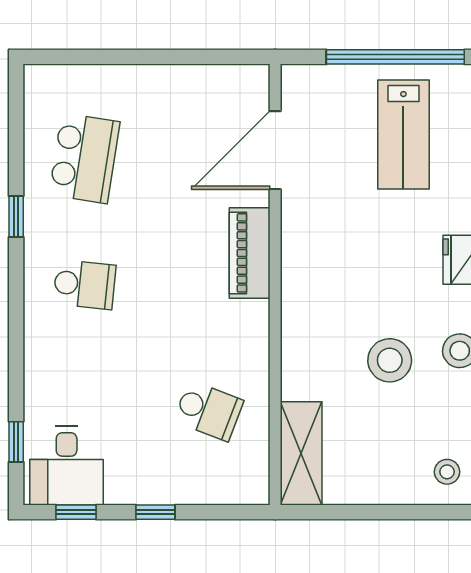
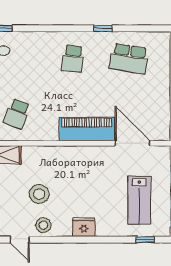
lab bench: (403, 134) -> (139, 200), turned -90
piano: (250, 253) -> (87, 129), width x1.37, depth x1.33

